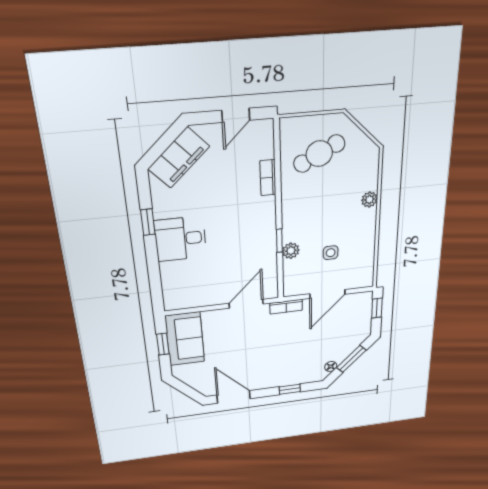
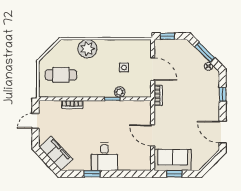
door: (236, 115) -> (35, 121), swing flipped
cafe table: (319, 154) -> (61, 75), turned -63
plant: (369, 199) -> (87, 49), width x1.87, depth x1.87
door: (246, 304) -> (153, 135), moved
door: (234, 397) -> (223, 132), hinge flipped

